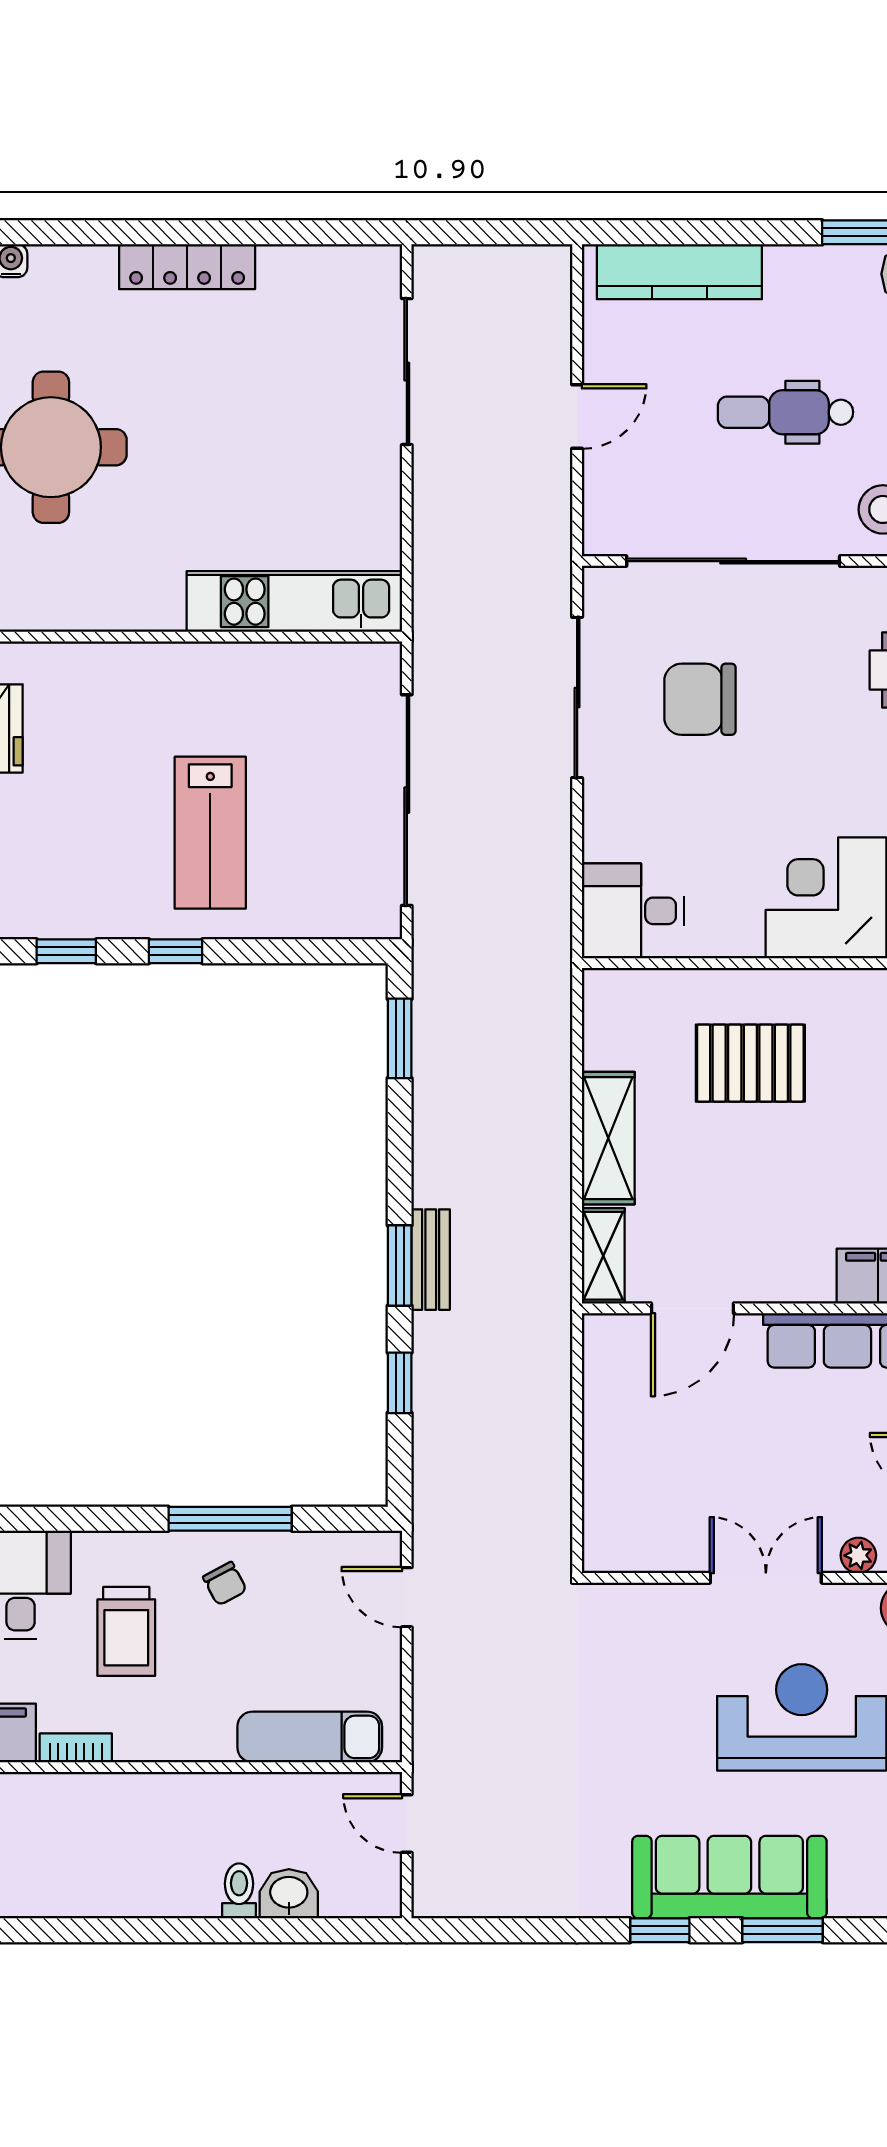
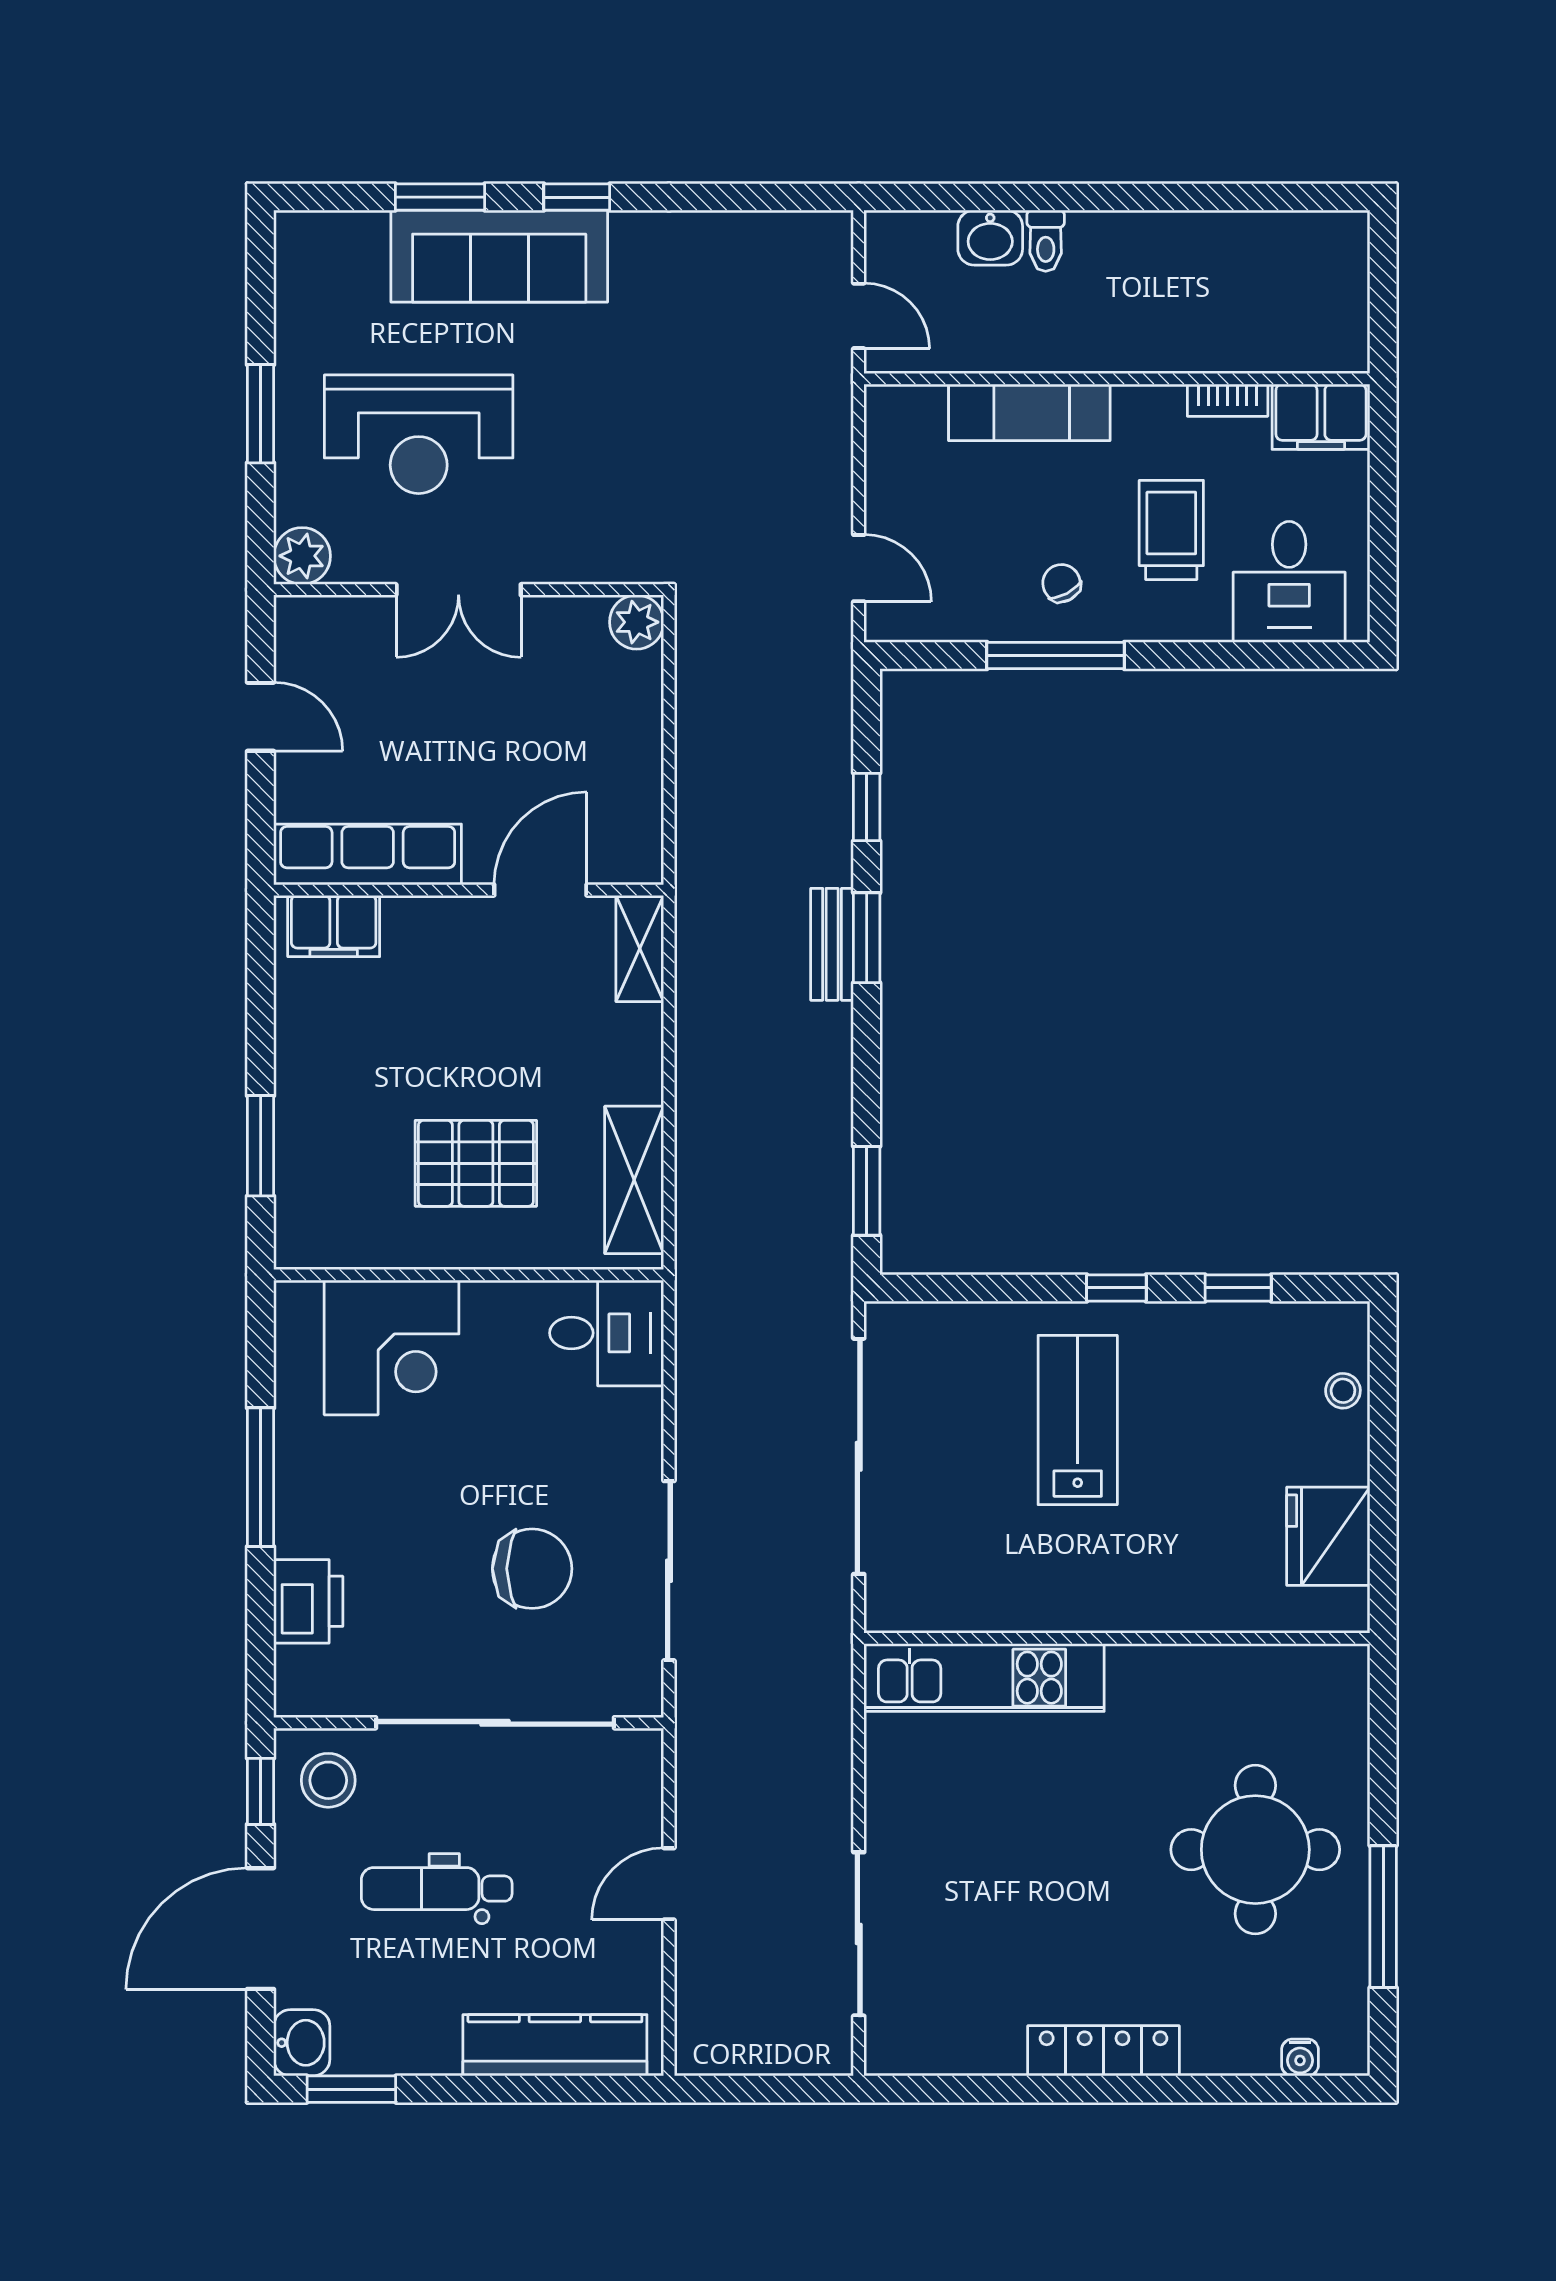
dental chair: (785, 412) -> (437, 1889), turned 180
shelving: (608, 1138) -> (634, 1180), moved
plant: (858, 1555) -> (637, 622), moved, width x1.38, depth x1.38
exam couch: (310, 1737) -> (1029, 412), moved

